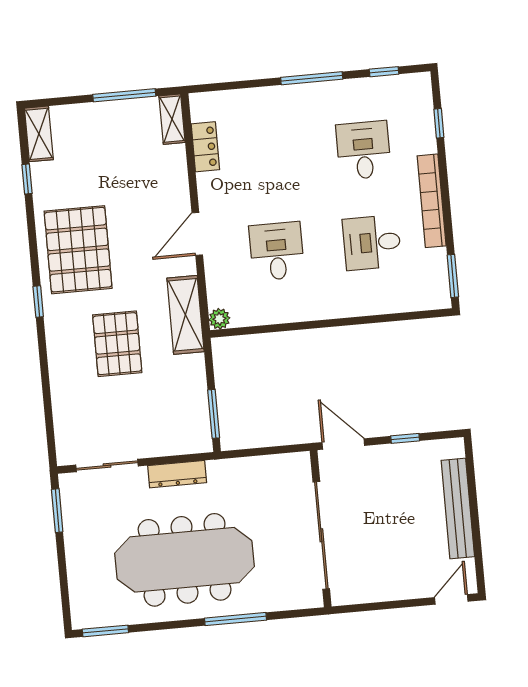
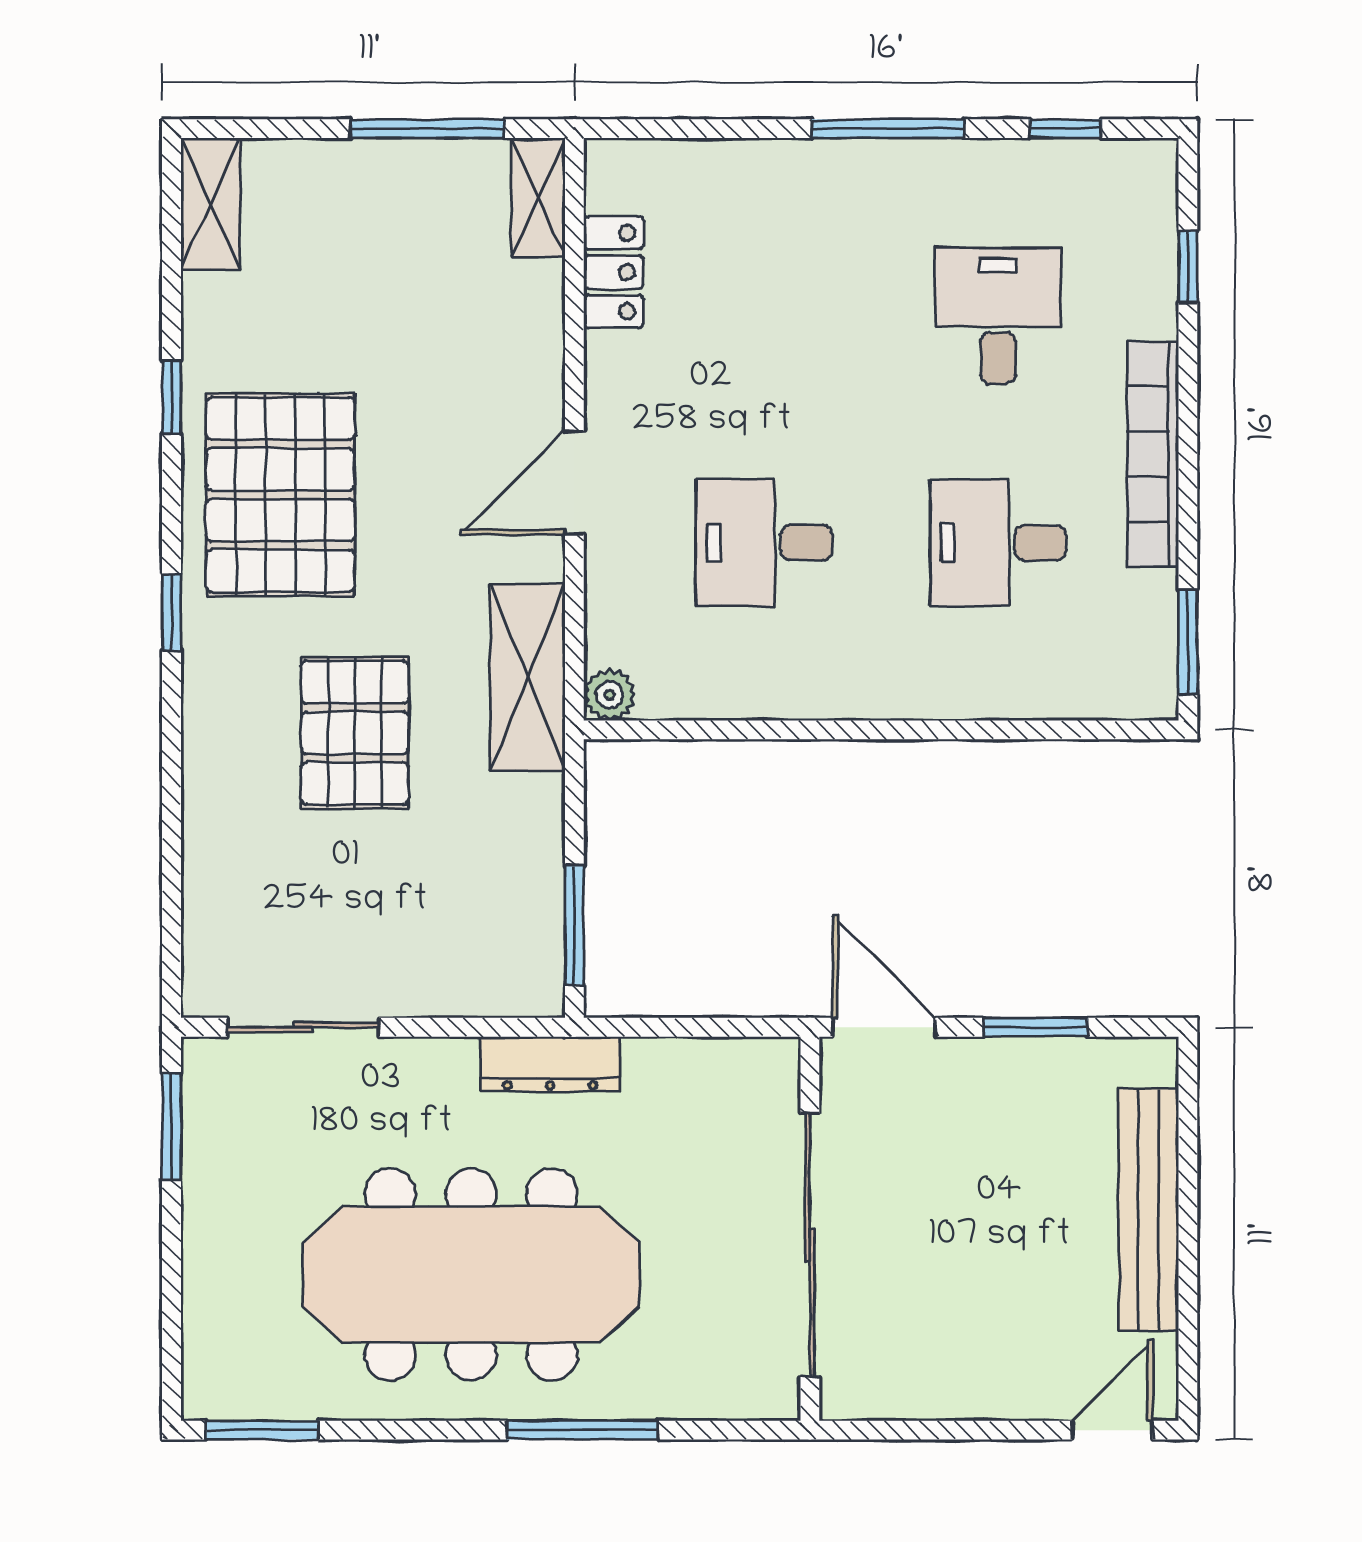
window: (27, 179) -> (172, 397), moved
desk: (277, 251) -> (764, 543), turned -90
window: (405, 438) -> (1036, 1027), width x1.50
dresser: (177, 474) -> (550, 1064), moved

